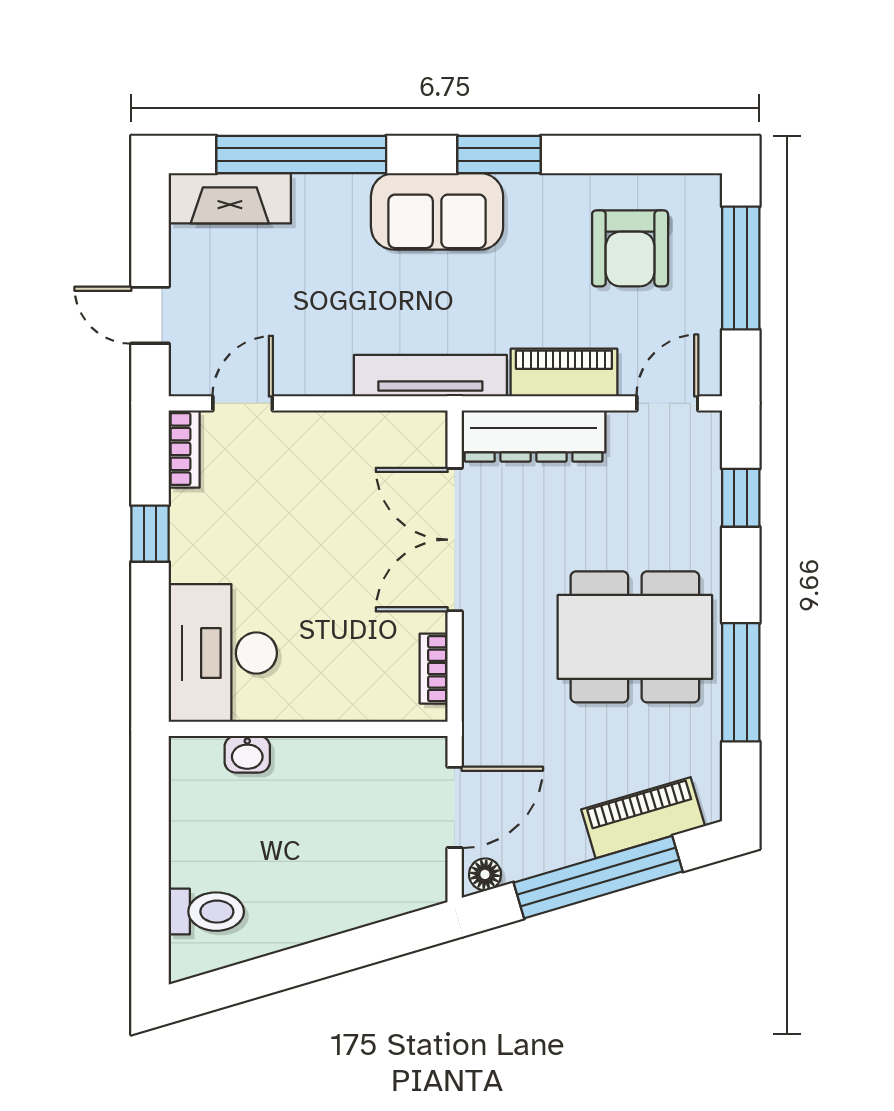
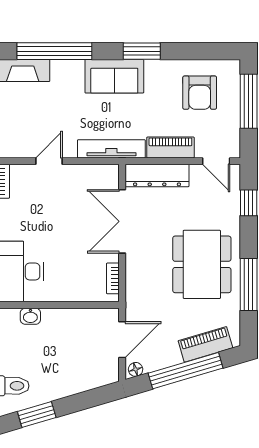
door: (243, 403) -> (49, 161), moved
door: (667, 403) -> (216, 161), swing flipped
dining table: (635, 637) -> (202, 264), turned 90
window: (261, 977) -> (37, 415), added

